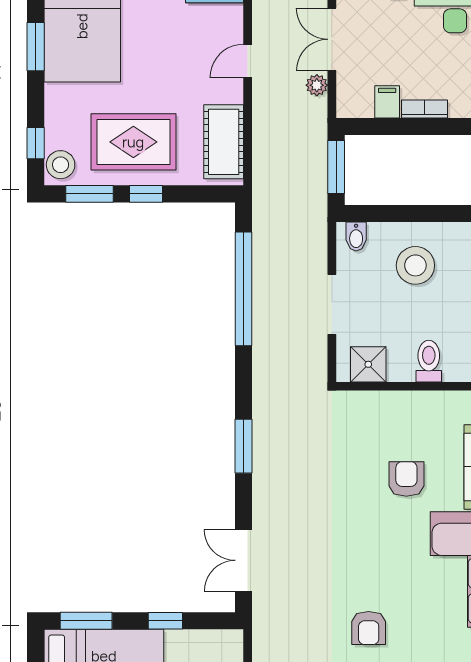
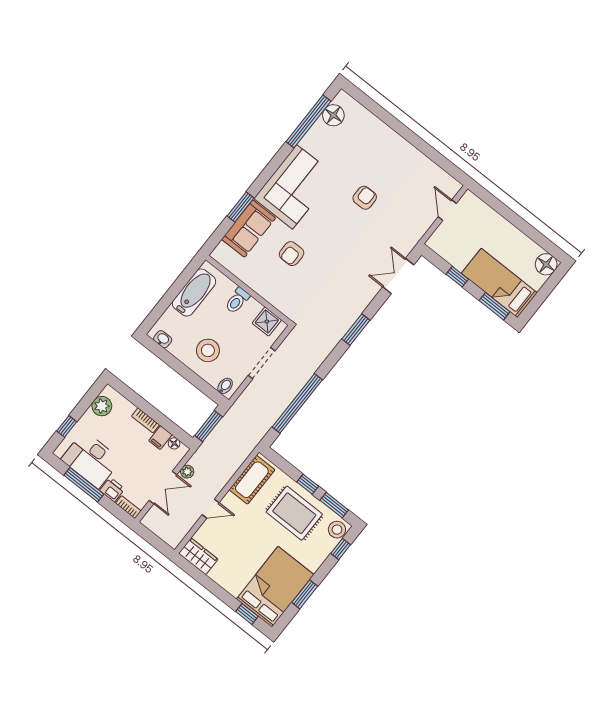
floor lamp: (363, 109) -> (174, 443), added
double door: (243, 560) -> (398, 276), swing flipped

